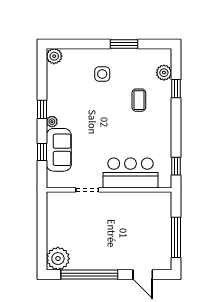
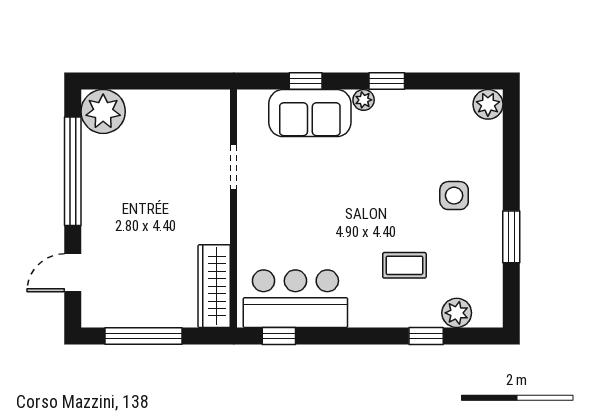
bar counter: (130, 173) -> (295, 299), moved, turned -90
wardrobe: (150, 200) -> (214, 286), added

